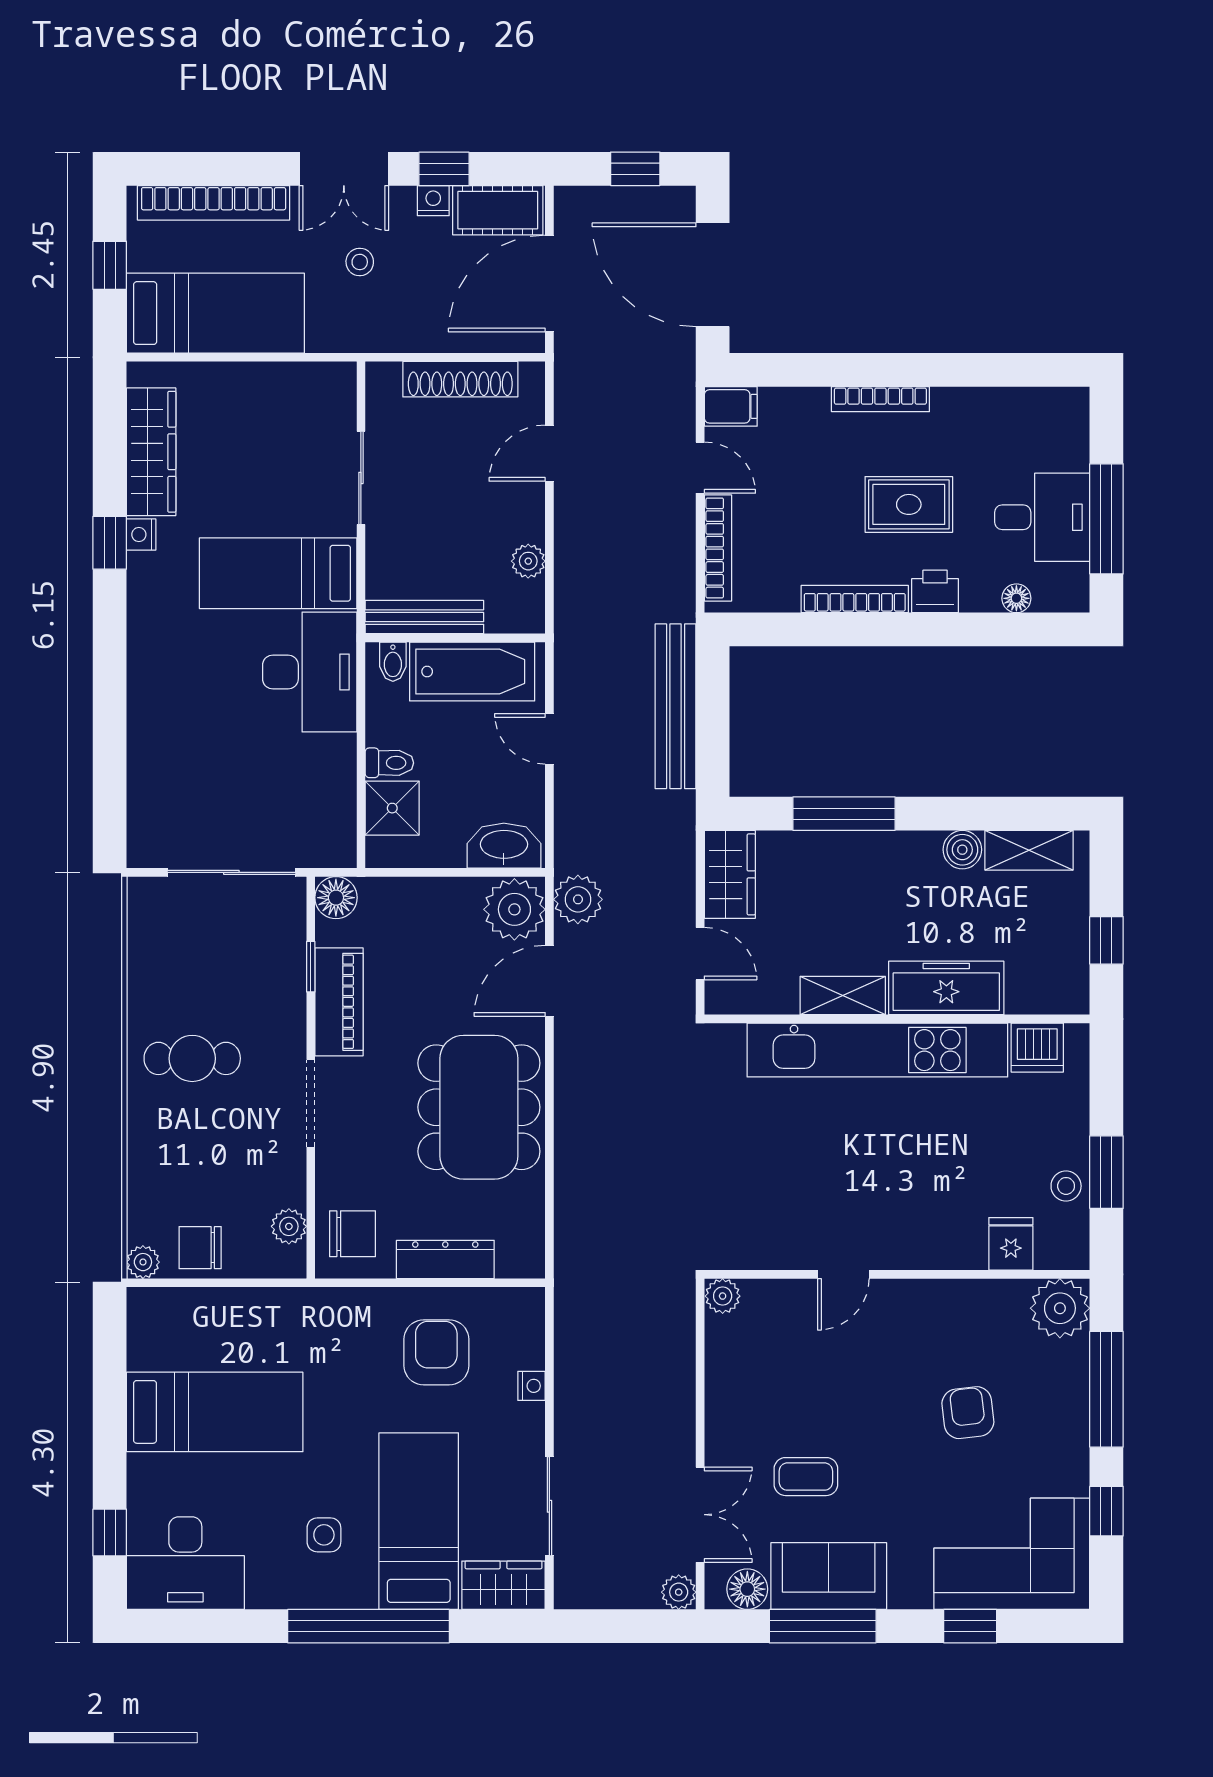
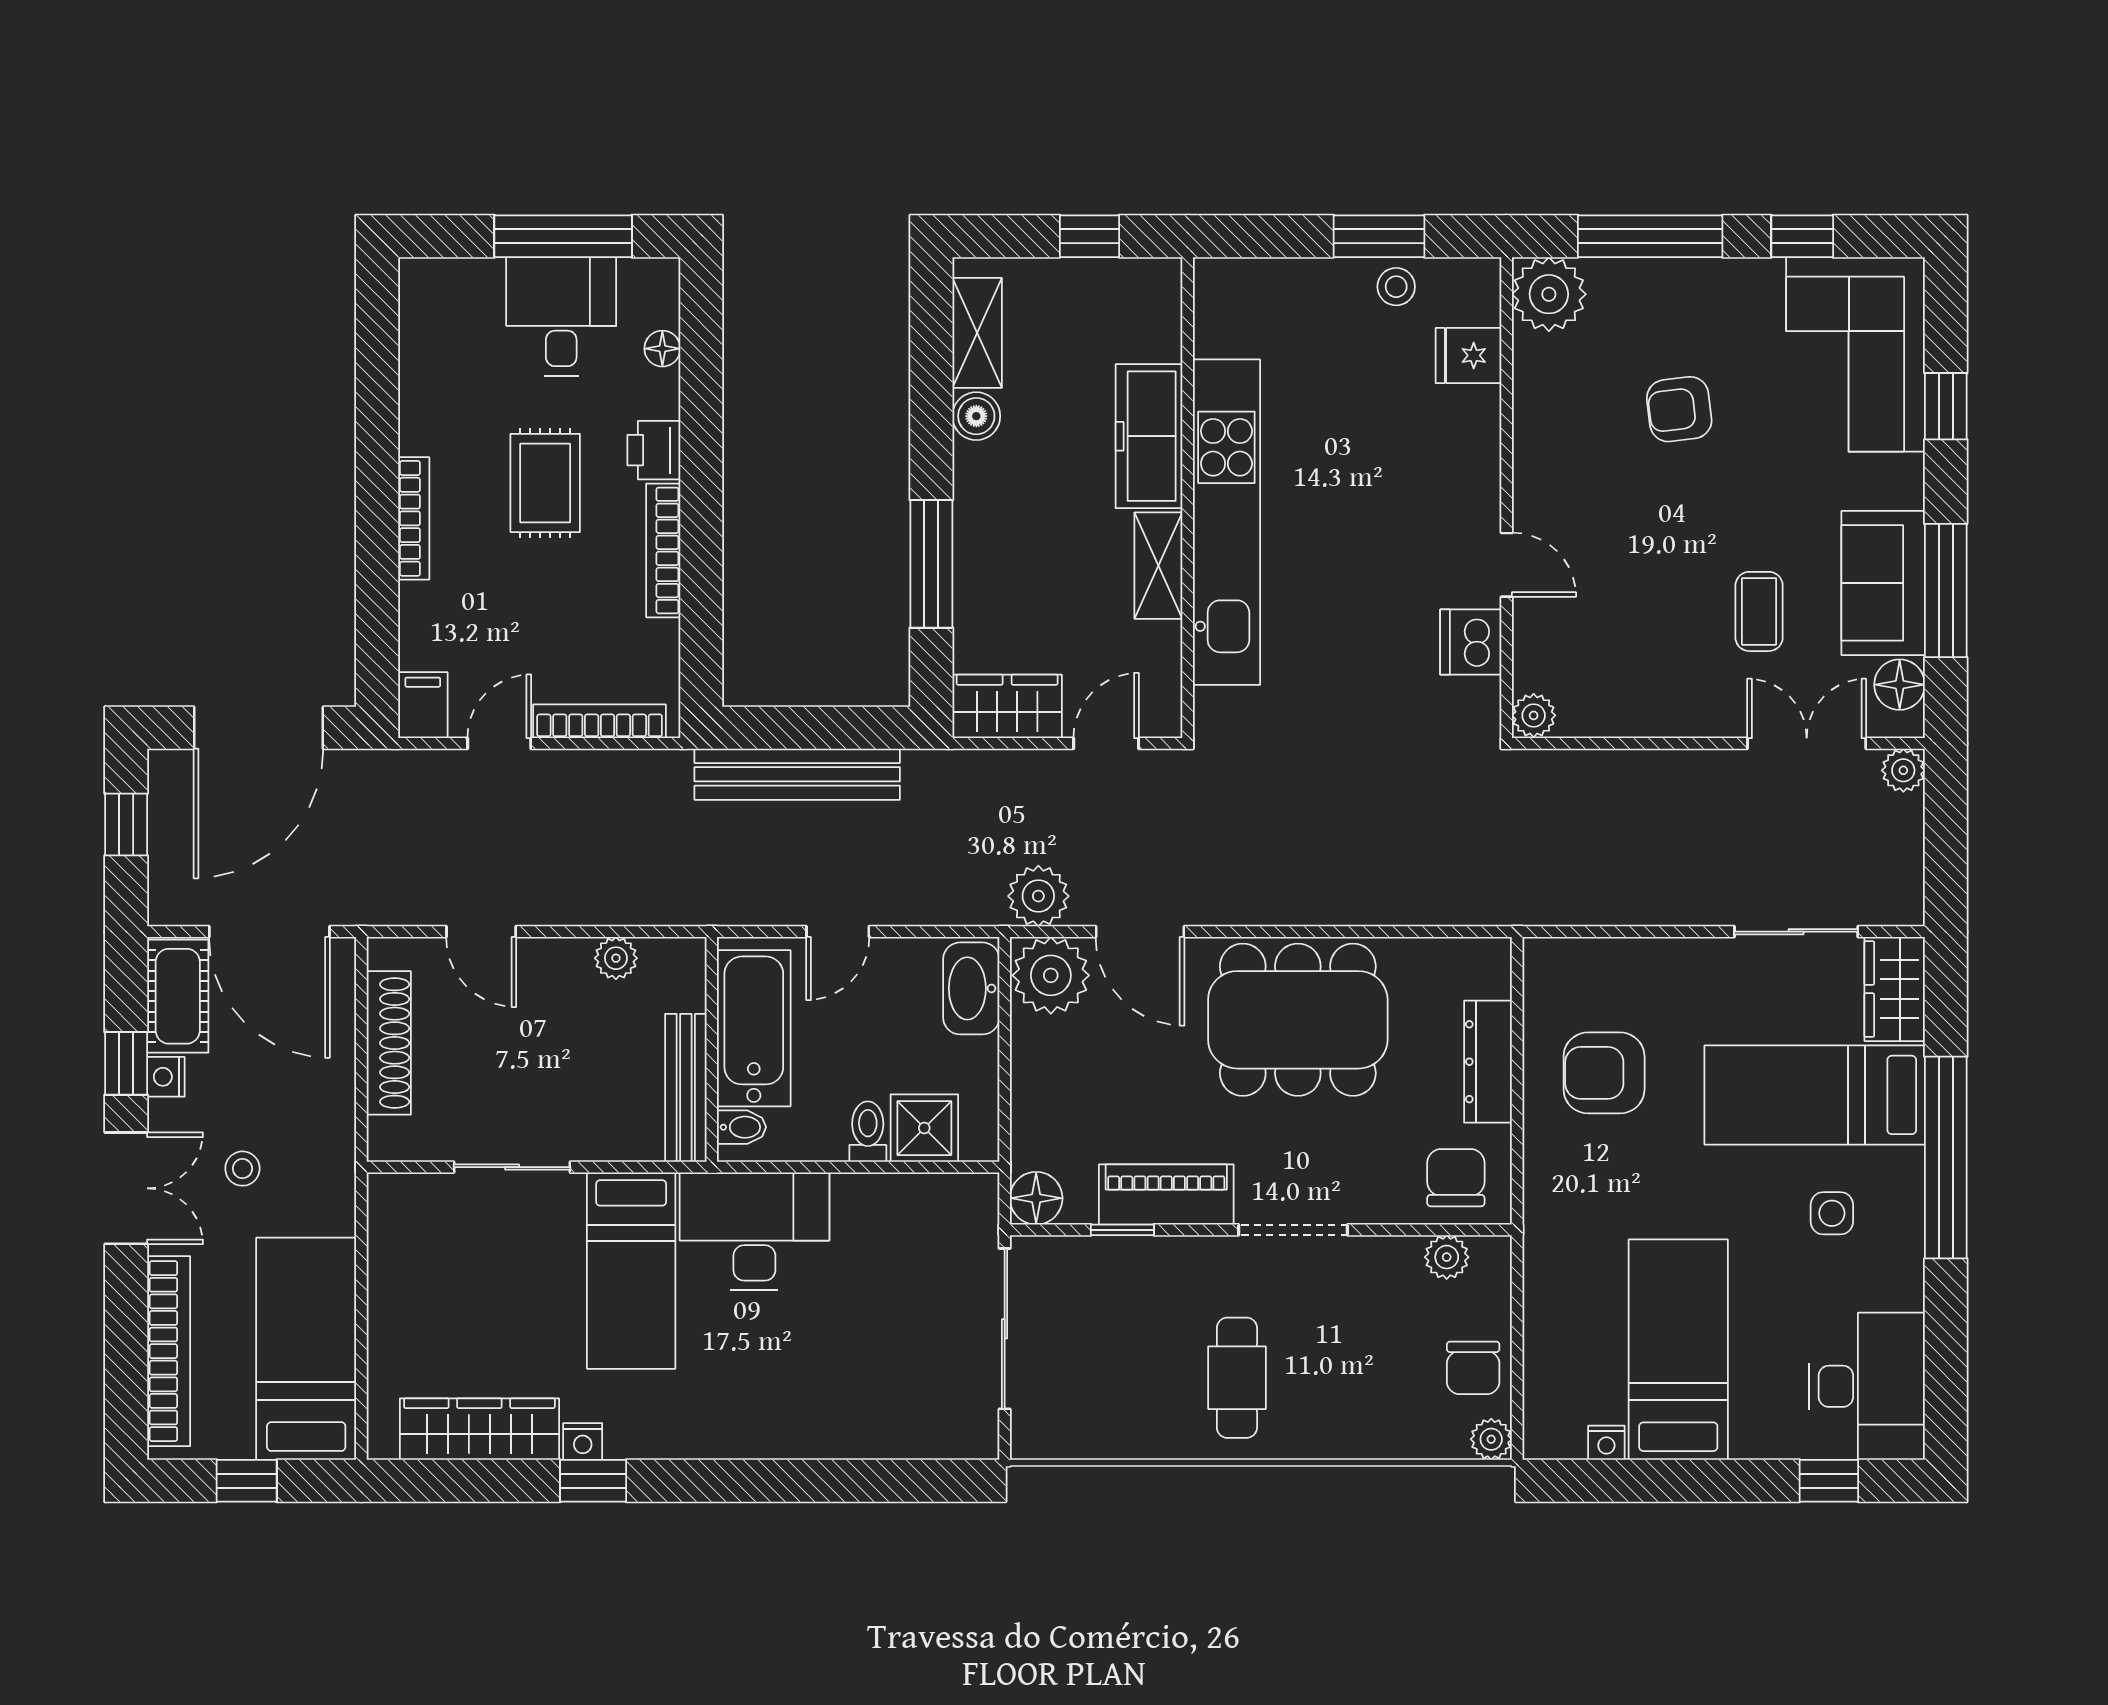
dishwasher: (1037, 1048) -> (1471, 642), moved, turned 180
nightstand: (531, 1386) -> (1606, 1443), moved, turned 180

